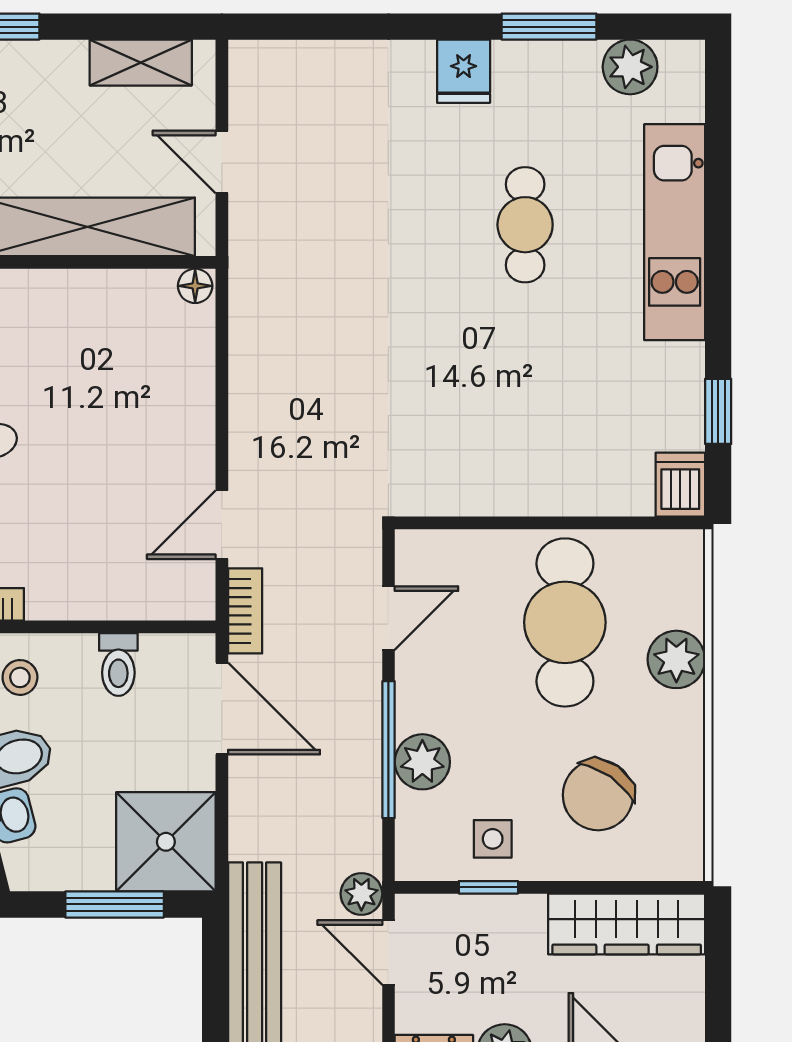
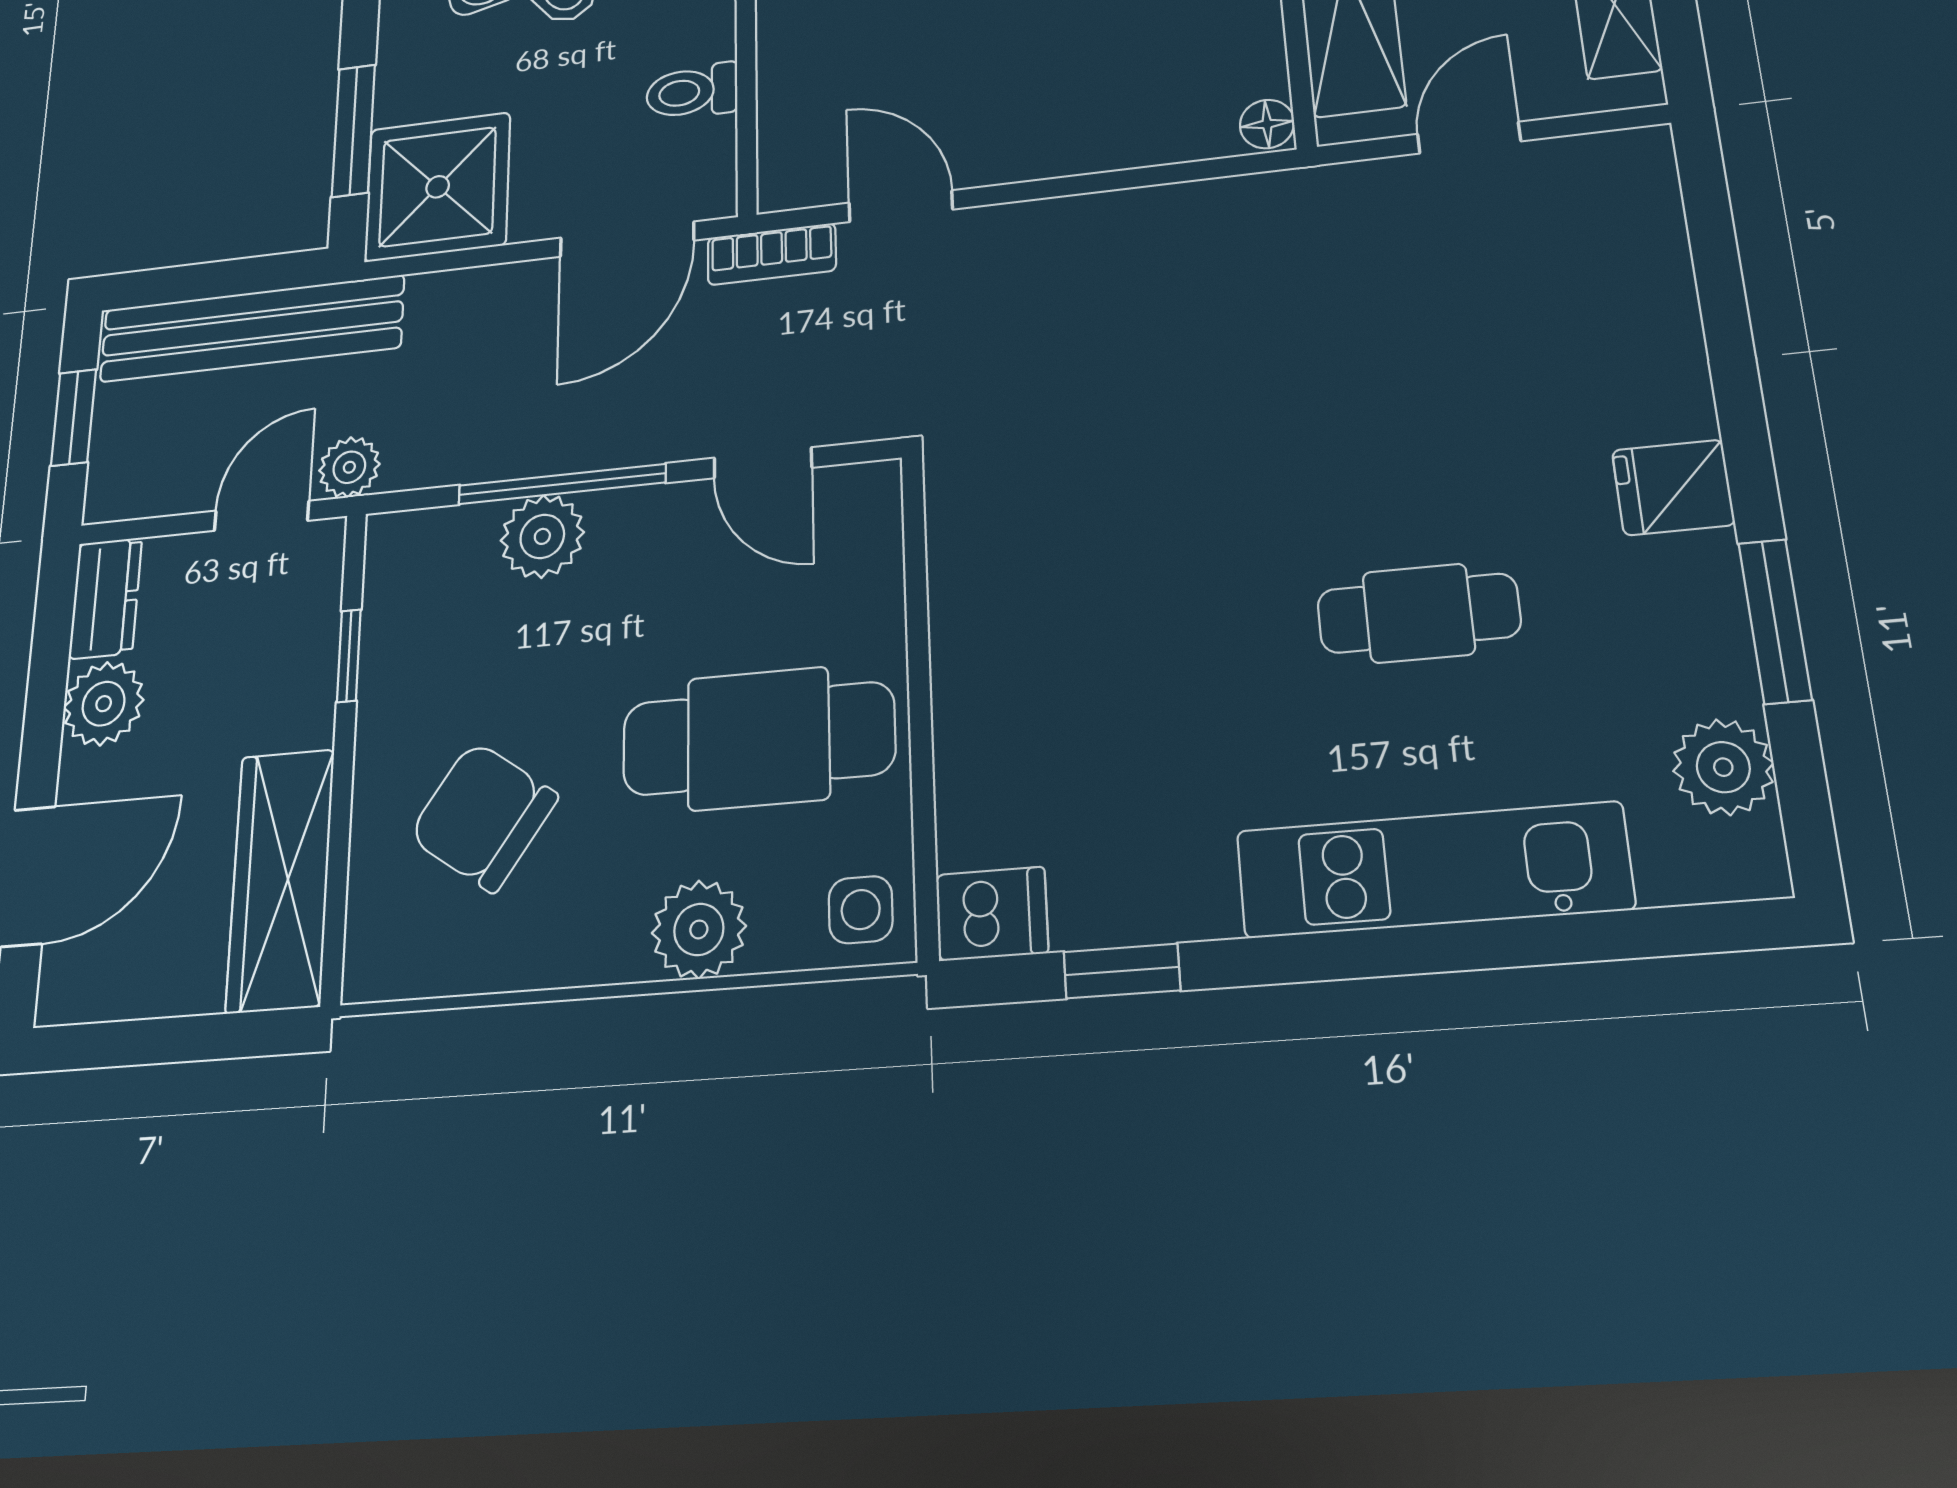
side table: (493, 839) -> (861, 910), moved

